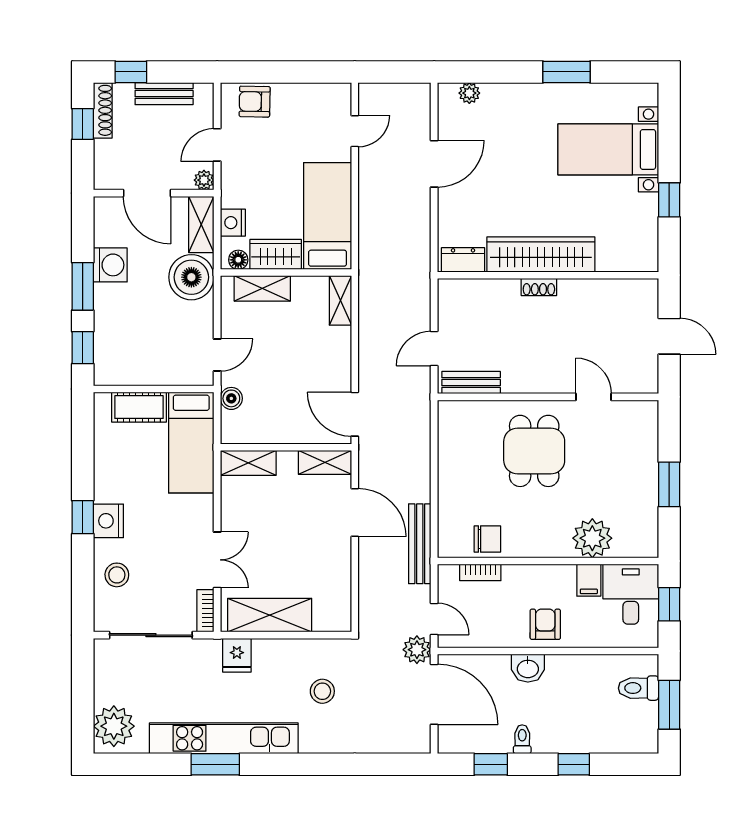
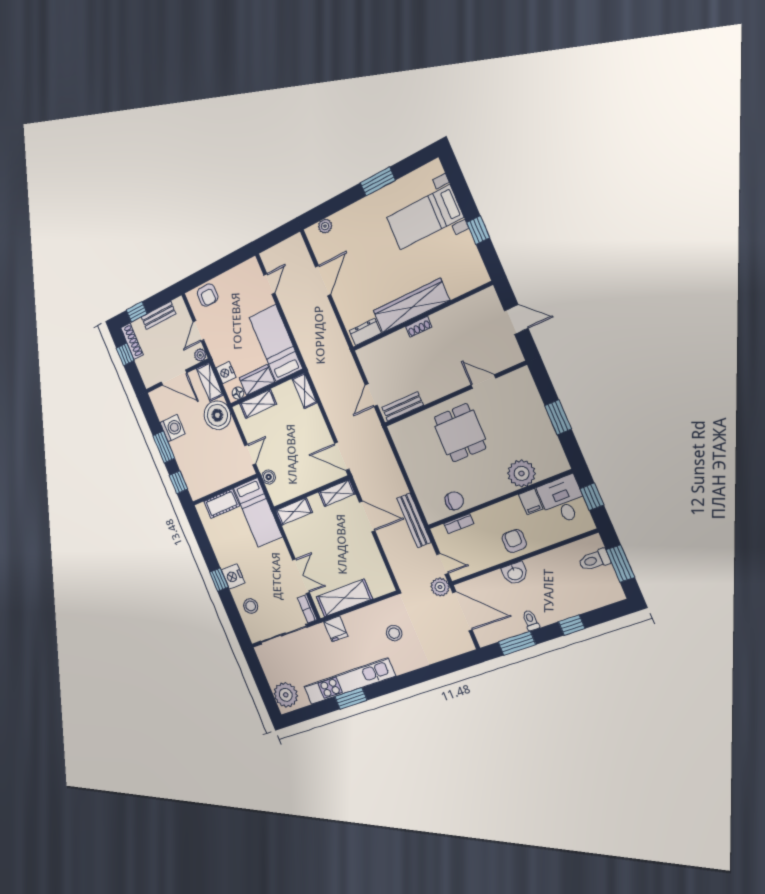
armchair: (255, 102) -> (208, 295), turned -91
window: (491, 764) -> (517, 643), width x1.50

